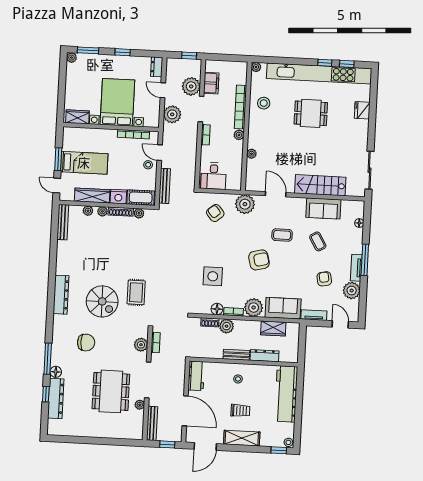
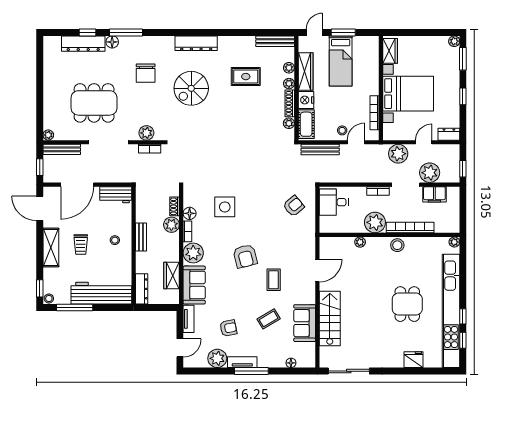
stool: (264, 103) -> (397, 245), moved
plant: (239, 135) -> (375, 222), width x1.88, depth x1.88
plant: (245, 204) -> (305, 238), removed
rug: (136, 292) -> (246, 77), moved
dresser: (264, 356) -> (142, 289), moved
plant: (140, 405) -> (48, 135), moved
window: (298, 419) -> (75, 308), added

